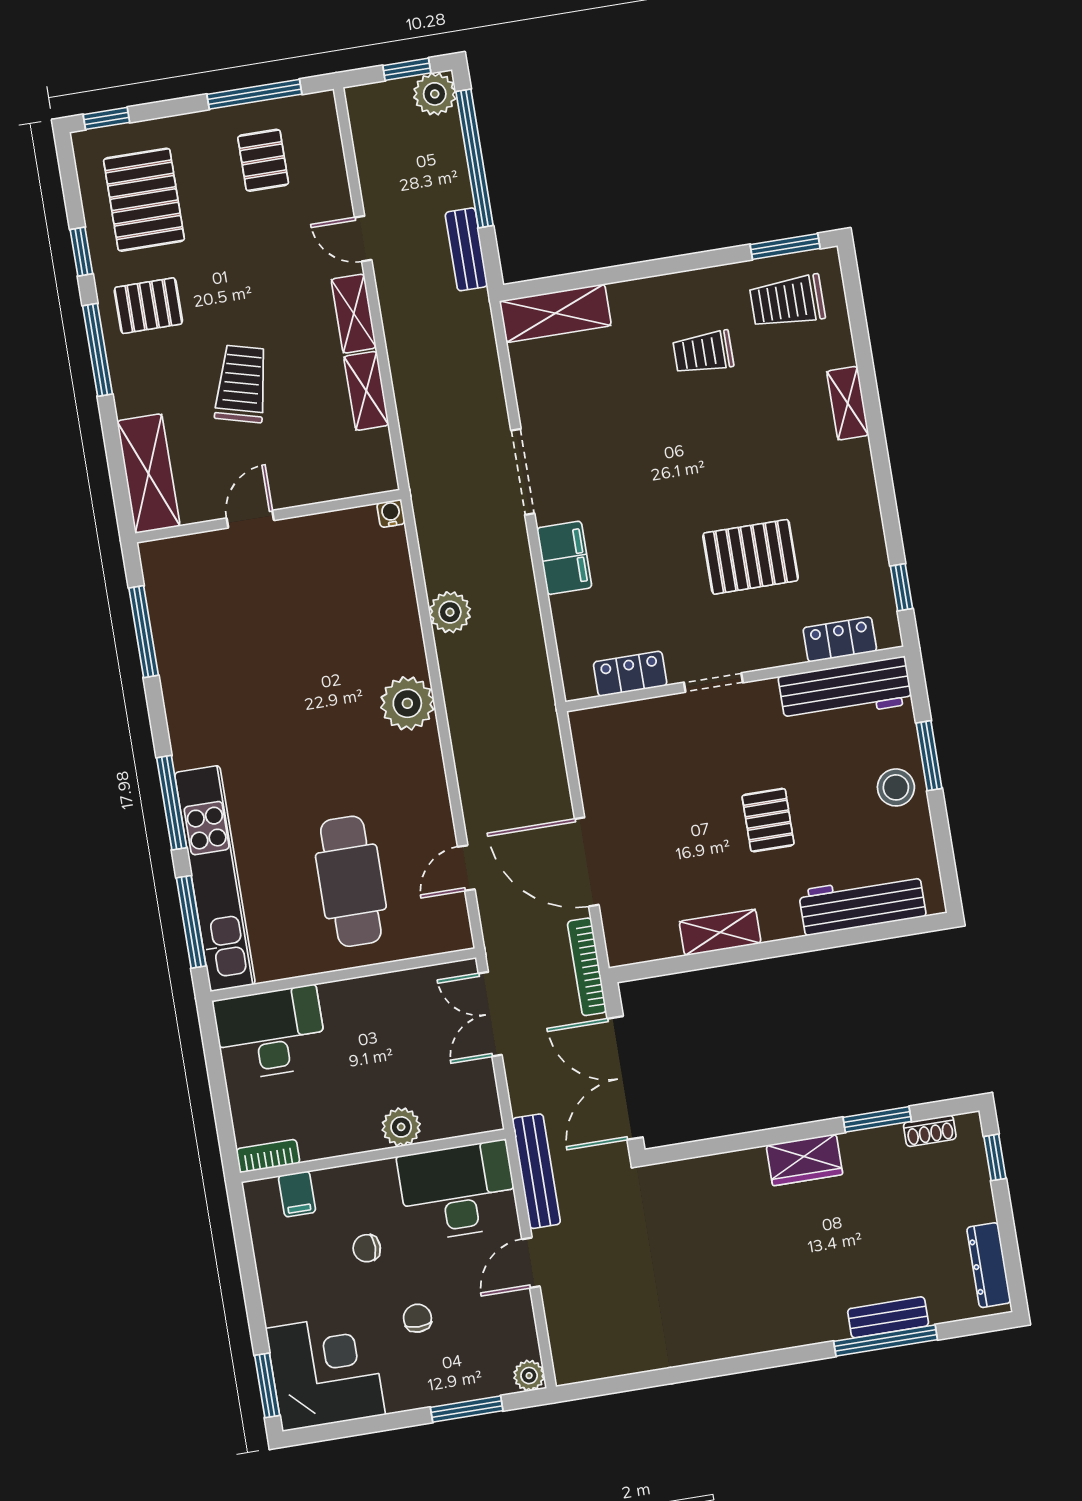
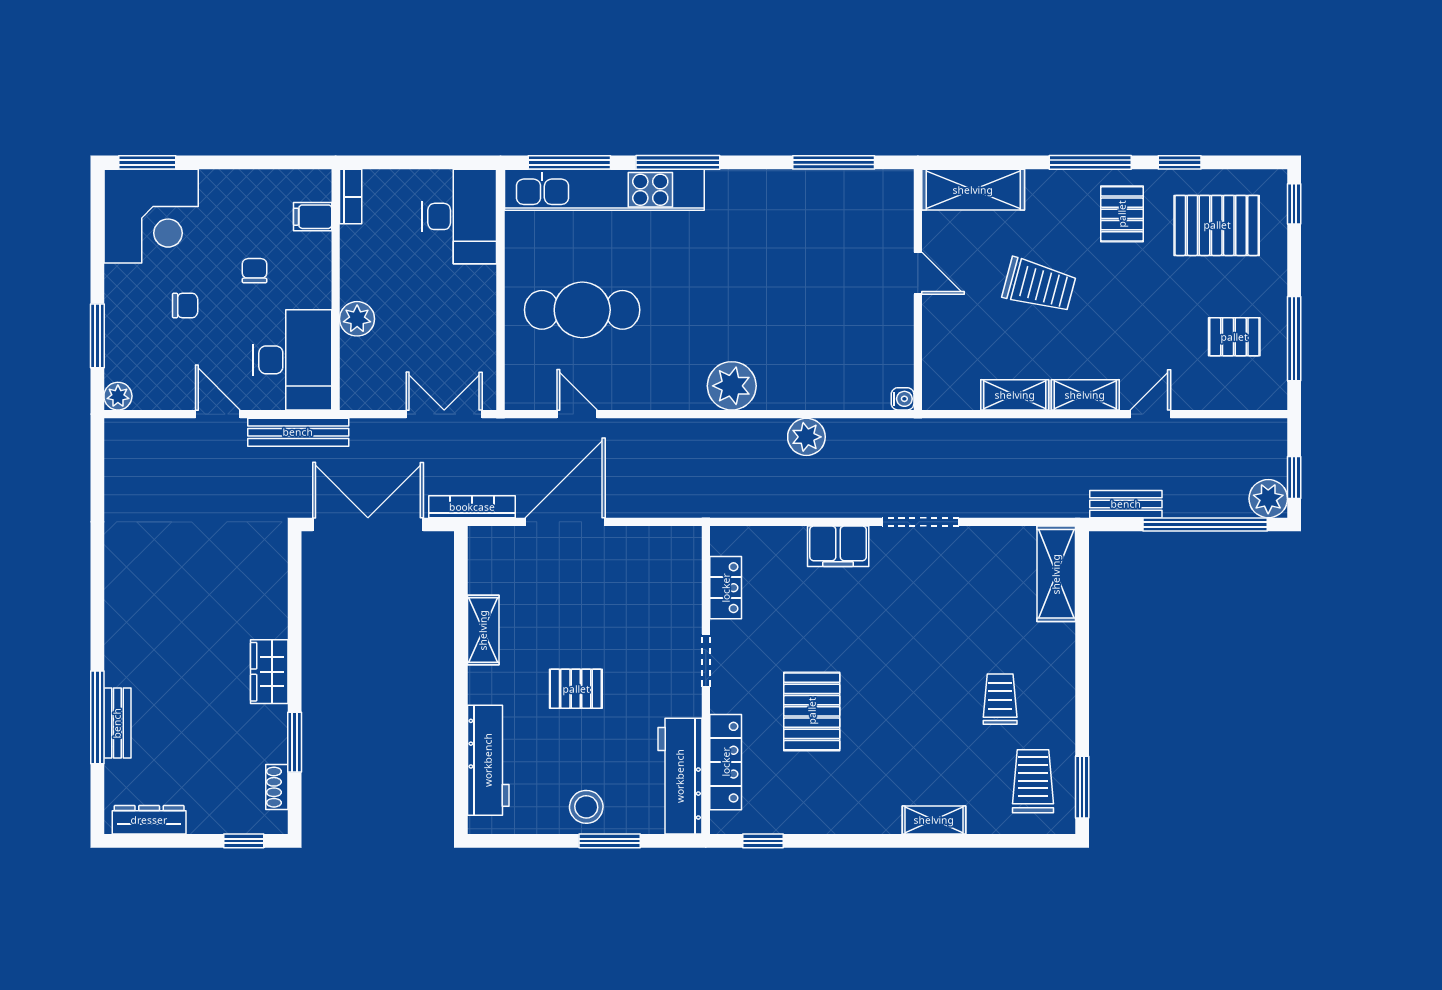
locker: (840, 639) -> (726, 762), width x1.53

